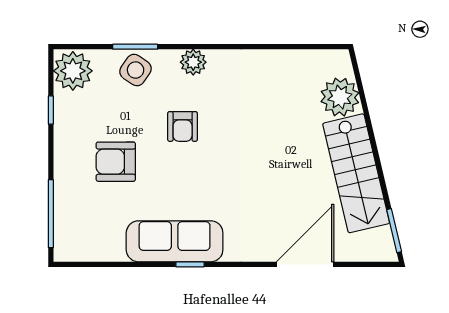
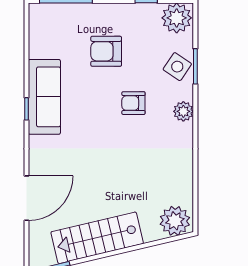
plant: (340, 97) -> (175, 221), moved
armchair: (116, 162) -> (106, 51), turned -90
door: (305, 264) -> (27, 198), hinge flipped

